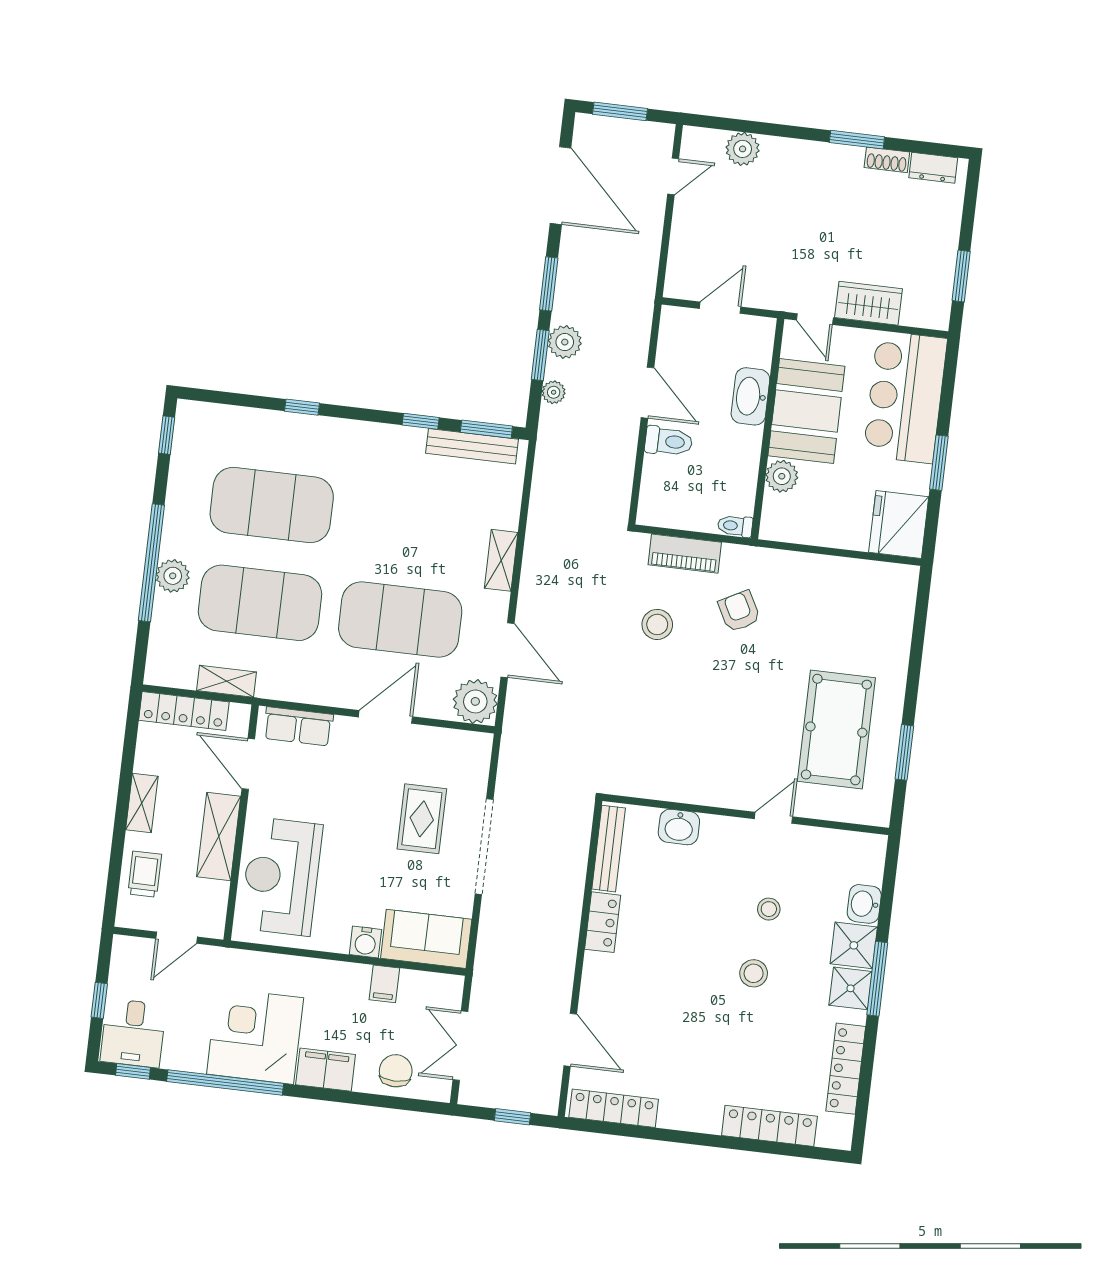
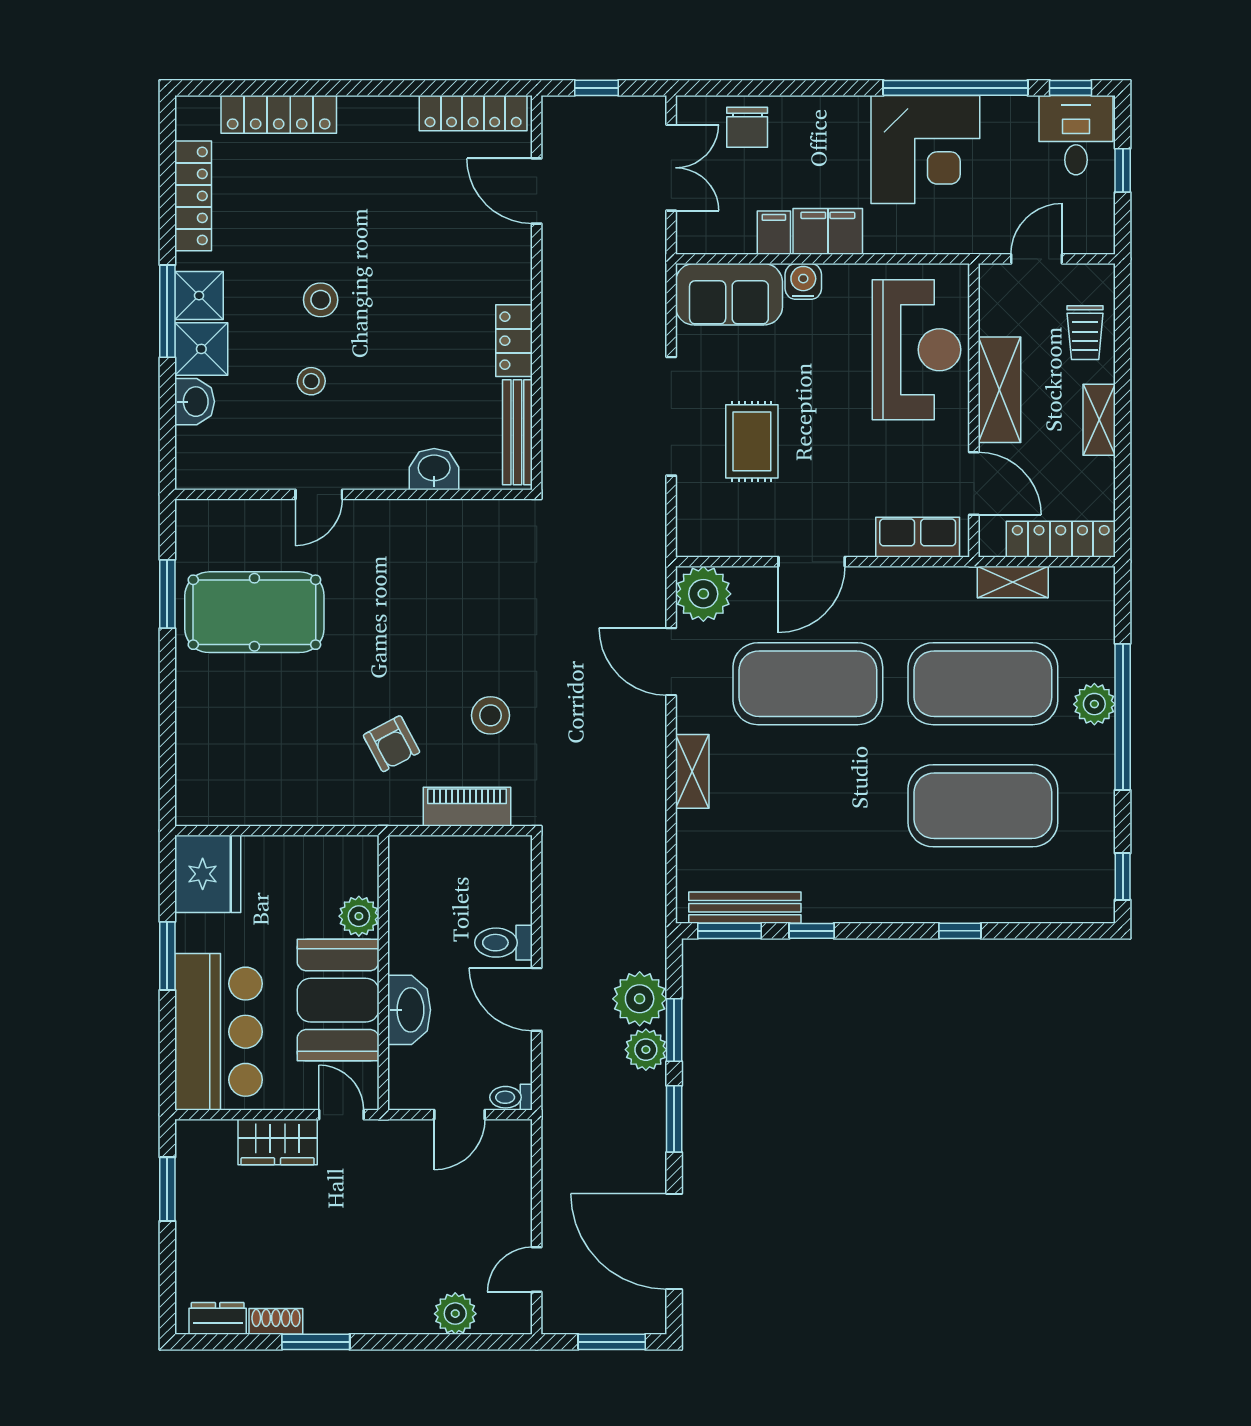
plant: (554, 392) -> (640, 999), width x1.88, depth x1.88
toilet: (735, 526) -> (511, 1097), moved, turned 180
pool table: (836, 730) -> (254, 612), turned 90
filing cabinet: (326, 1070) -> (828, 231), moved, turned 180

